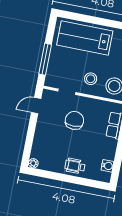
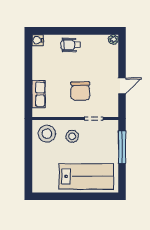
door: (36, 106) -> (122, 86), moved
wheelchair: (75, 166) -> (71, 45), turned 180
water cooler: (108, 166) -> (38, 40), moved

